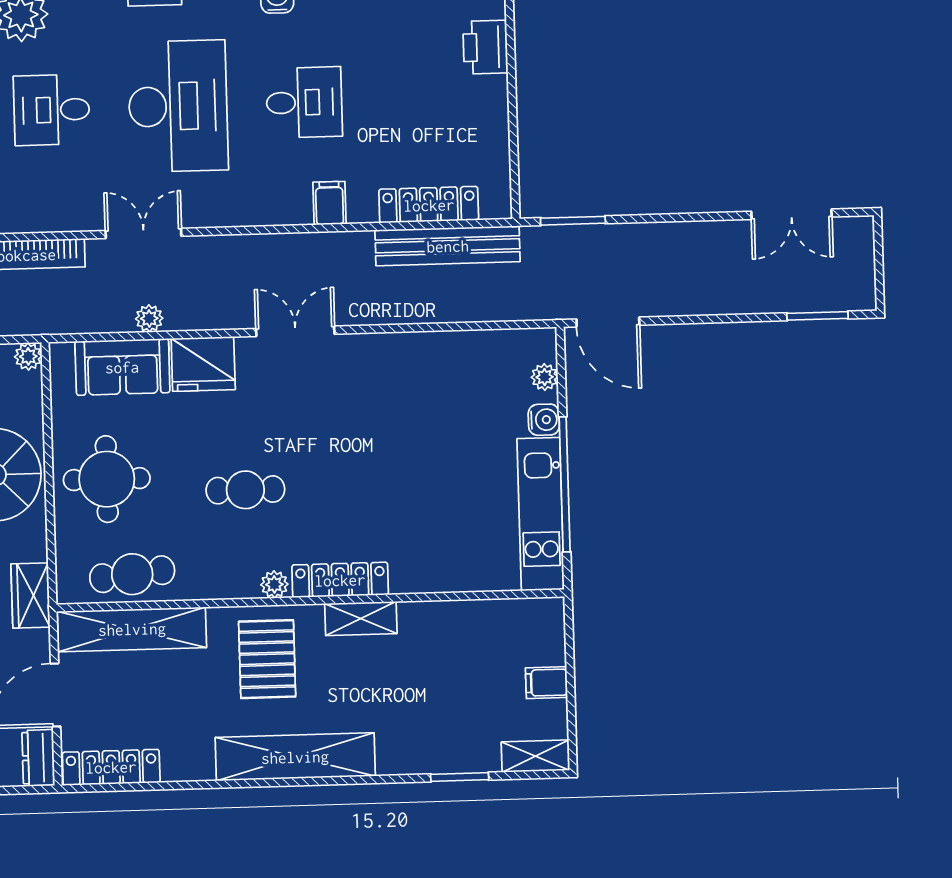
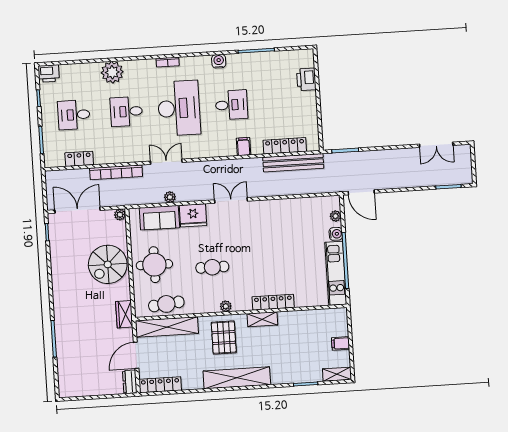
locker: (340, 580) -> (273, 302), moved

